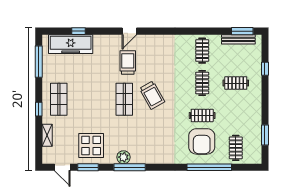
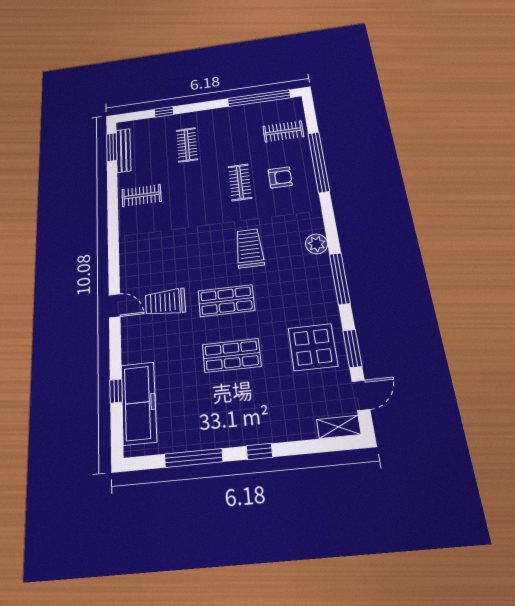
window: (39, 62) -> (194, 458), moved
clothes rail: (202, 83) -> (190, 189), removed
trolley: (152, 95) -> (249, 248), moved, turned -61
shop shelf: (59, 99) -> (232, 355), moved
shelving: (47, 135) -> (339, 427), moved
window: (265, 135) -> (259, 98), width x2.11
armchair: (202, 141) -> (280, 177), width x0.53, depth x0.53
plant: (123, 157) -> (317, 244), moved

